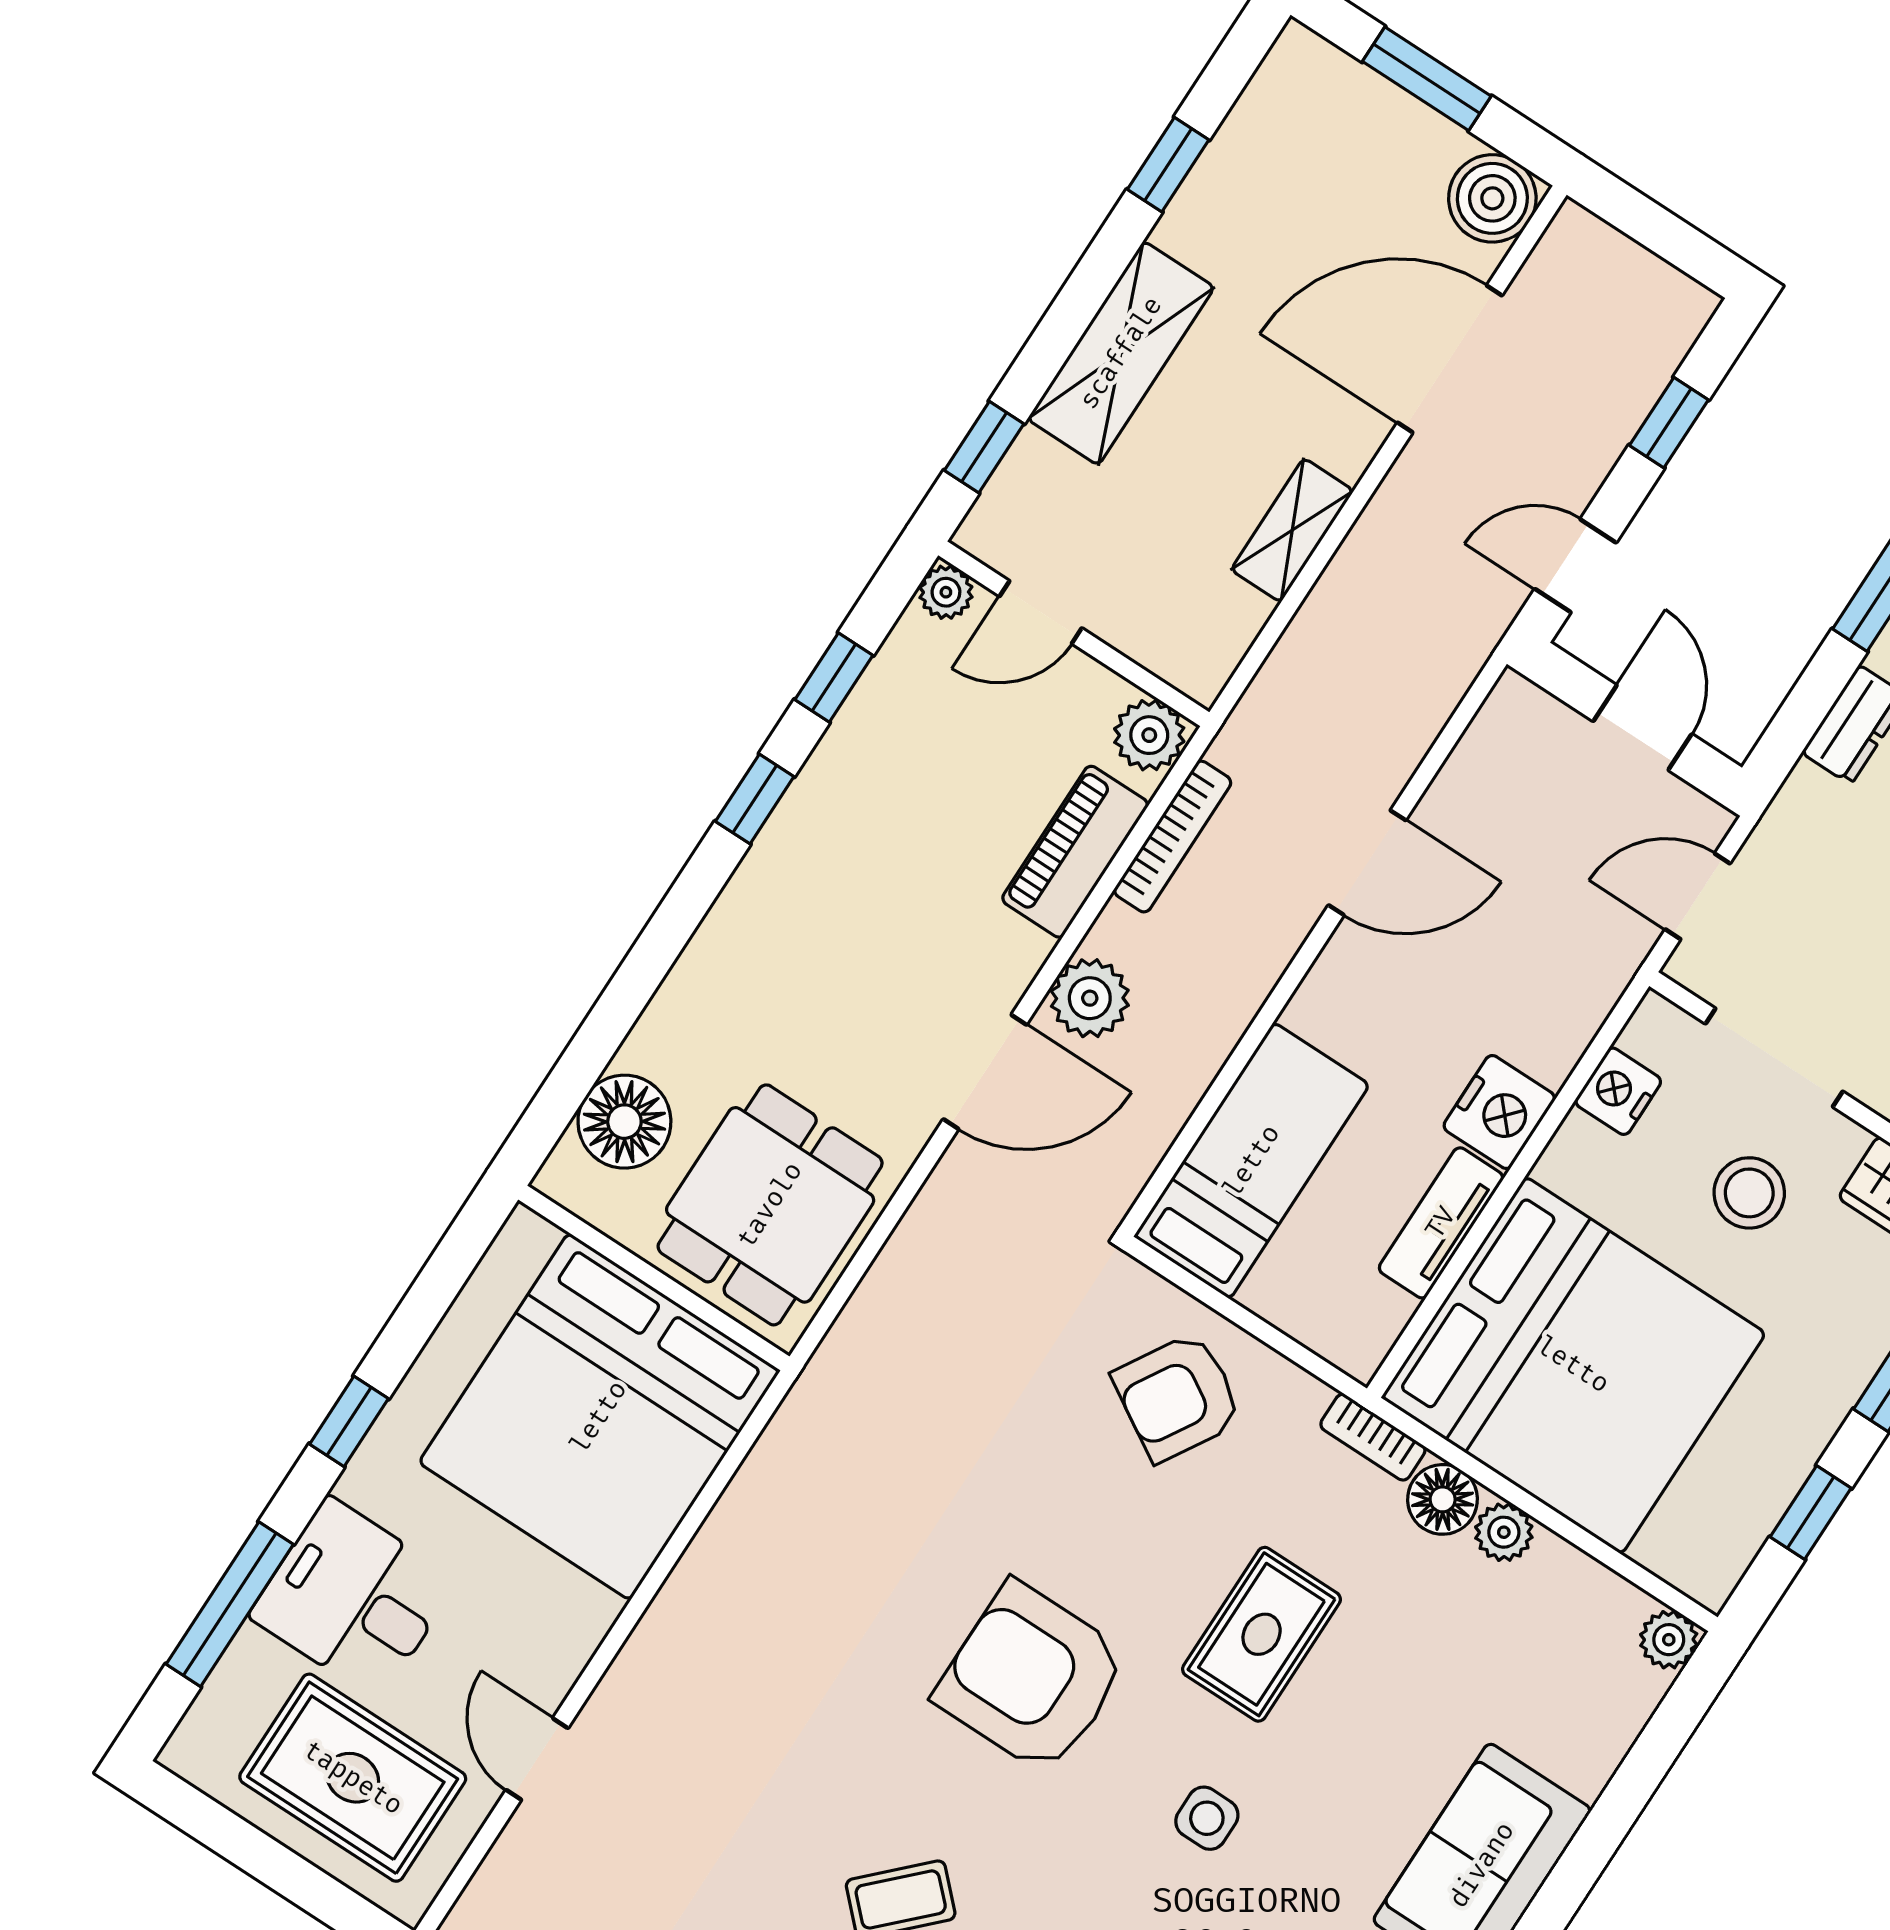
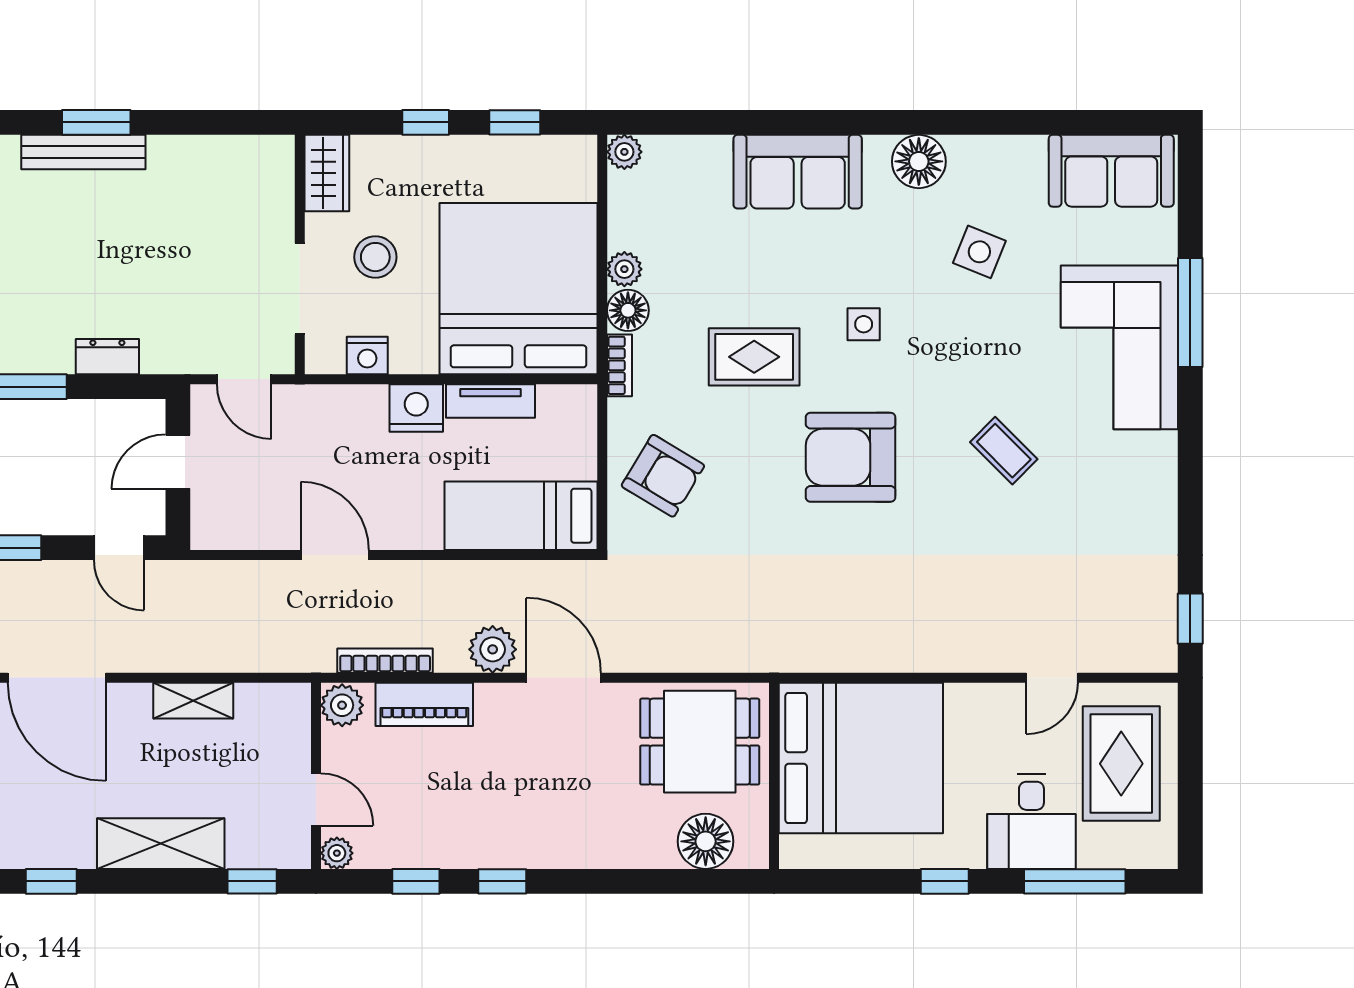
armchair: (1032, 1678) -> (851, 457), turned 90

